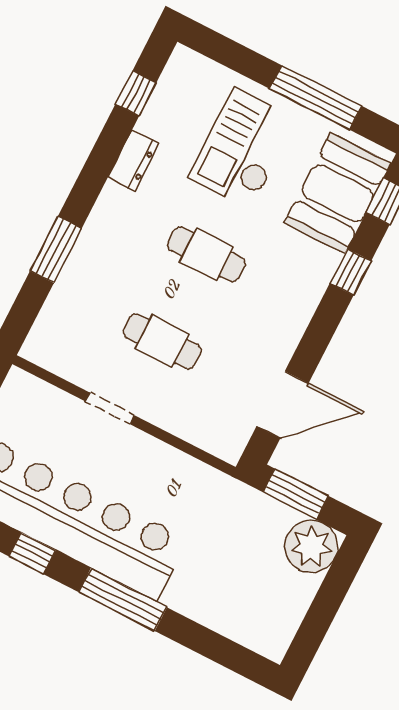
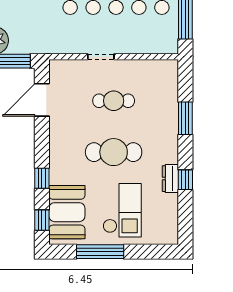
window: (136, 93) -> (185, 180), moved
cafe table: (206, 254) -> (114, 152), width x1.37, depth x1.35
doorway: (110, 408) -> (101, 57), moved

